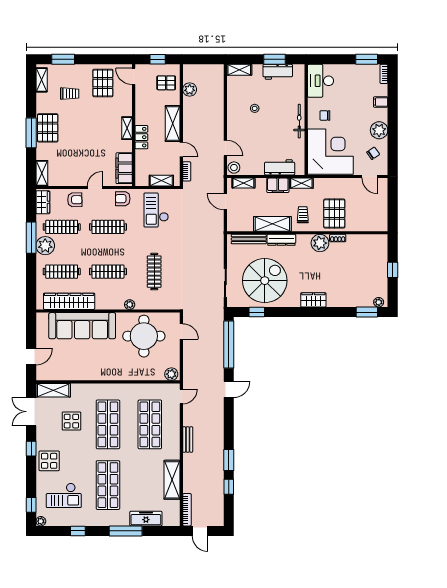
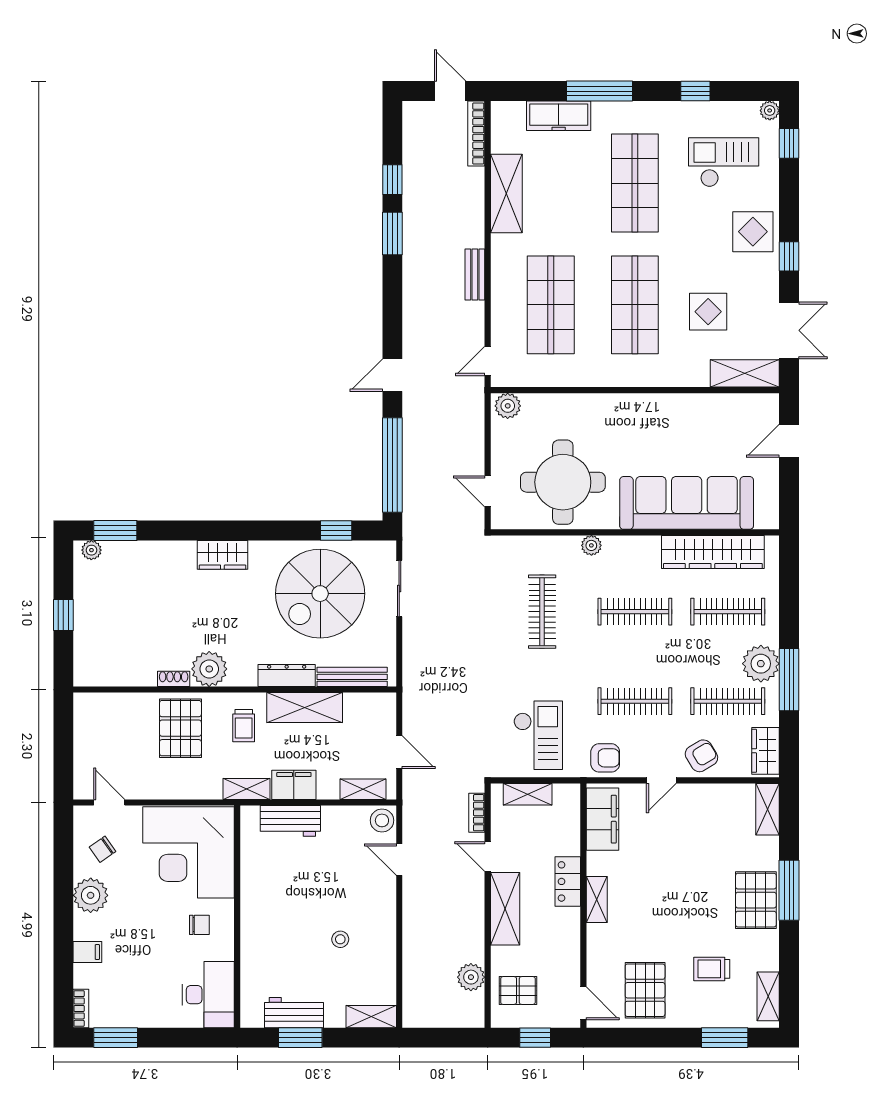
bicycle: (299, 121) -> (251, 914), removed
armchair: (75, 200) -> (701, 756), turned 150

